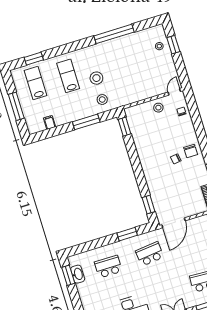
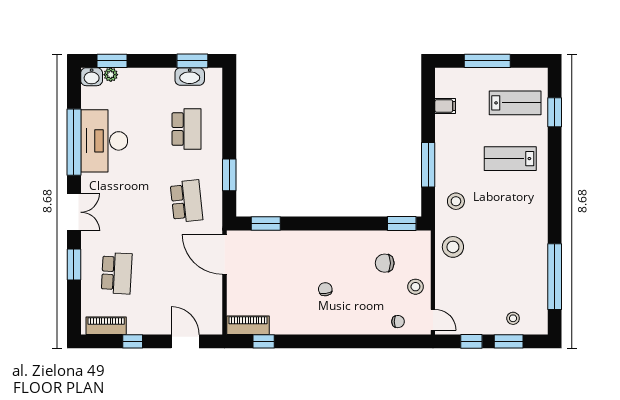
window: (114, 34) -> (555, 277), moved
window: (180, 66) -> (471, 341), added
lab bench: (68, 76) -> (510, 159), turned 180
stool: (96, 78) -> (453, 247), moved
chair: (191, 151) -> (385, 263), moved

